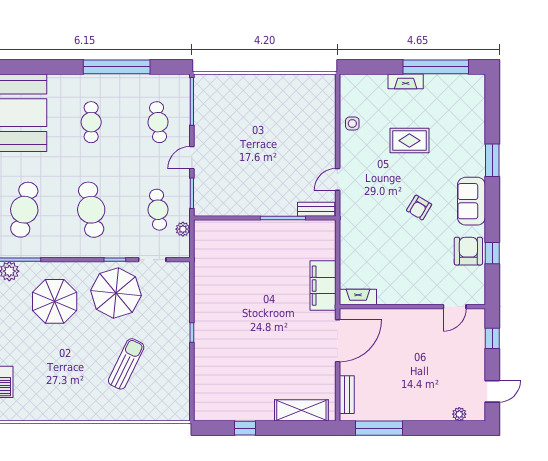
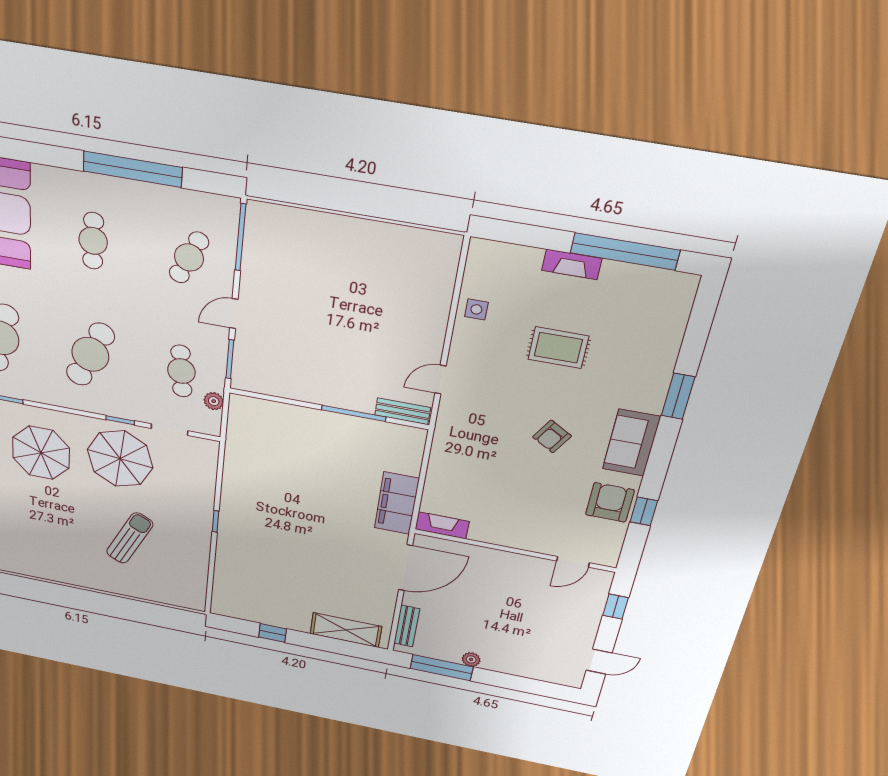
cafe table: (158, 122) -> (189, 258), turned 30
cafe table: (91, 210) -> (90, 354), turned 33
plant: (459, 414) -> (471, 659), moved

